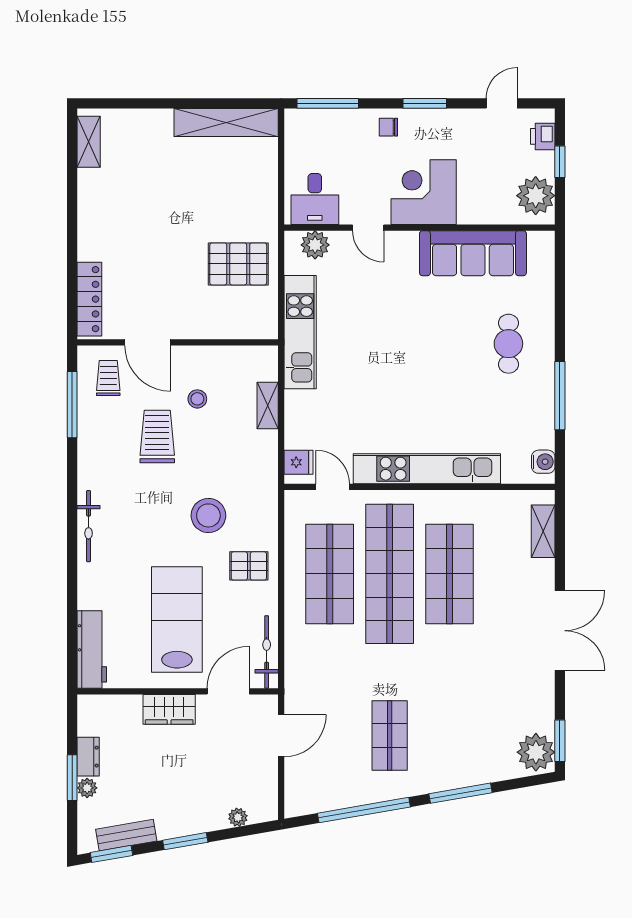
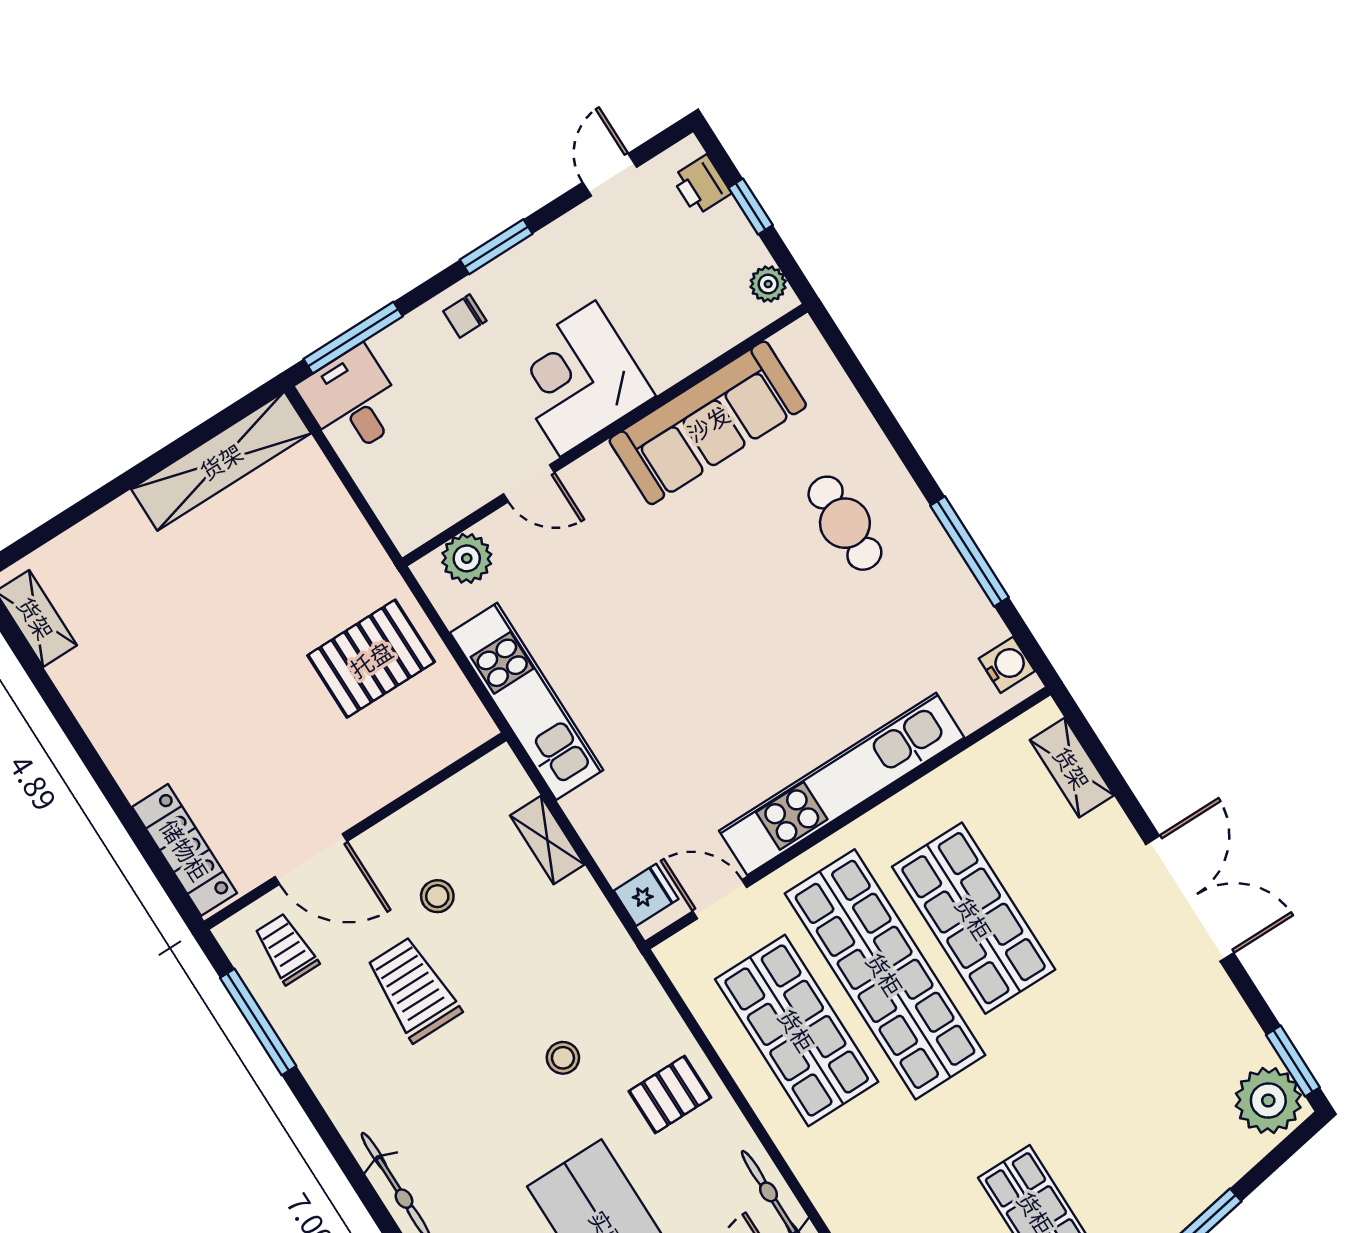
plant: (536, 196) -> (768, 284), width x0.53, depth x0.53
desk: (315, 199) -> (352, 401), moved, turned 180
stool: (208, 515) -> (563, 1058), width x0.53, depth x0.53

